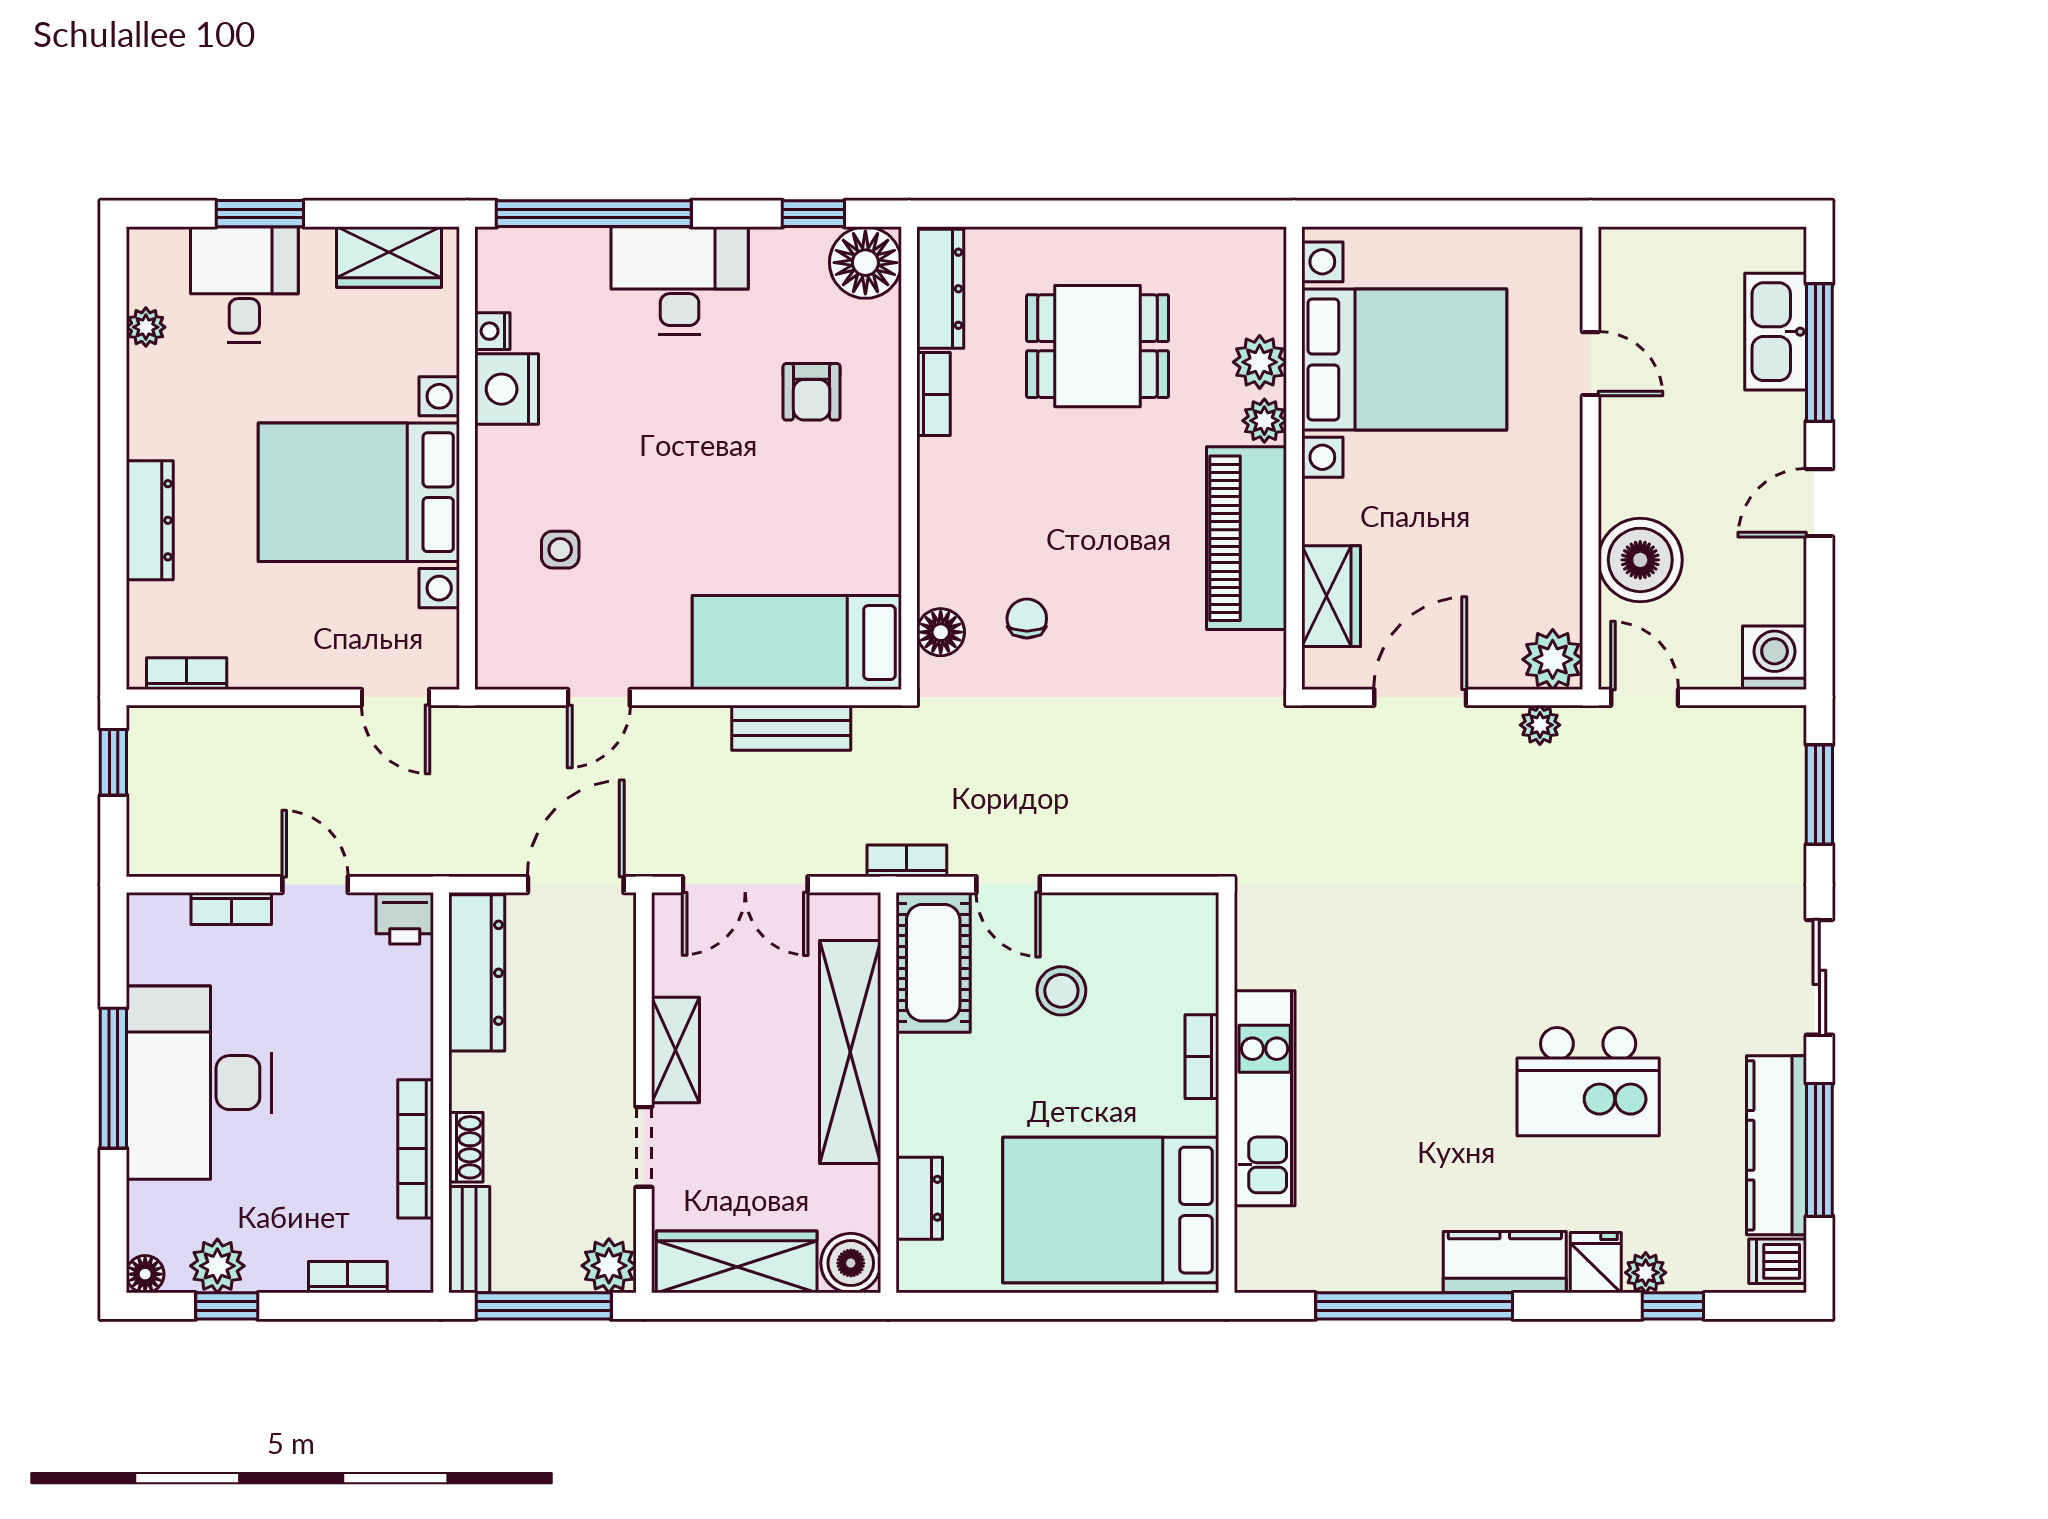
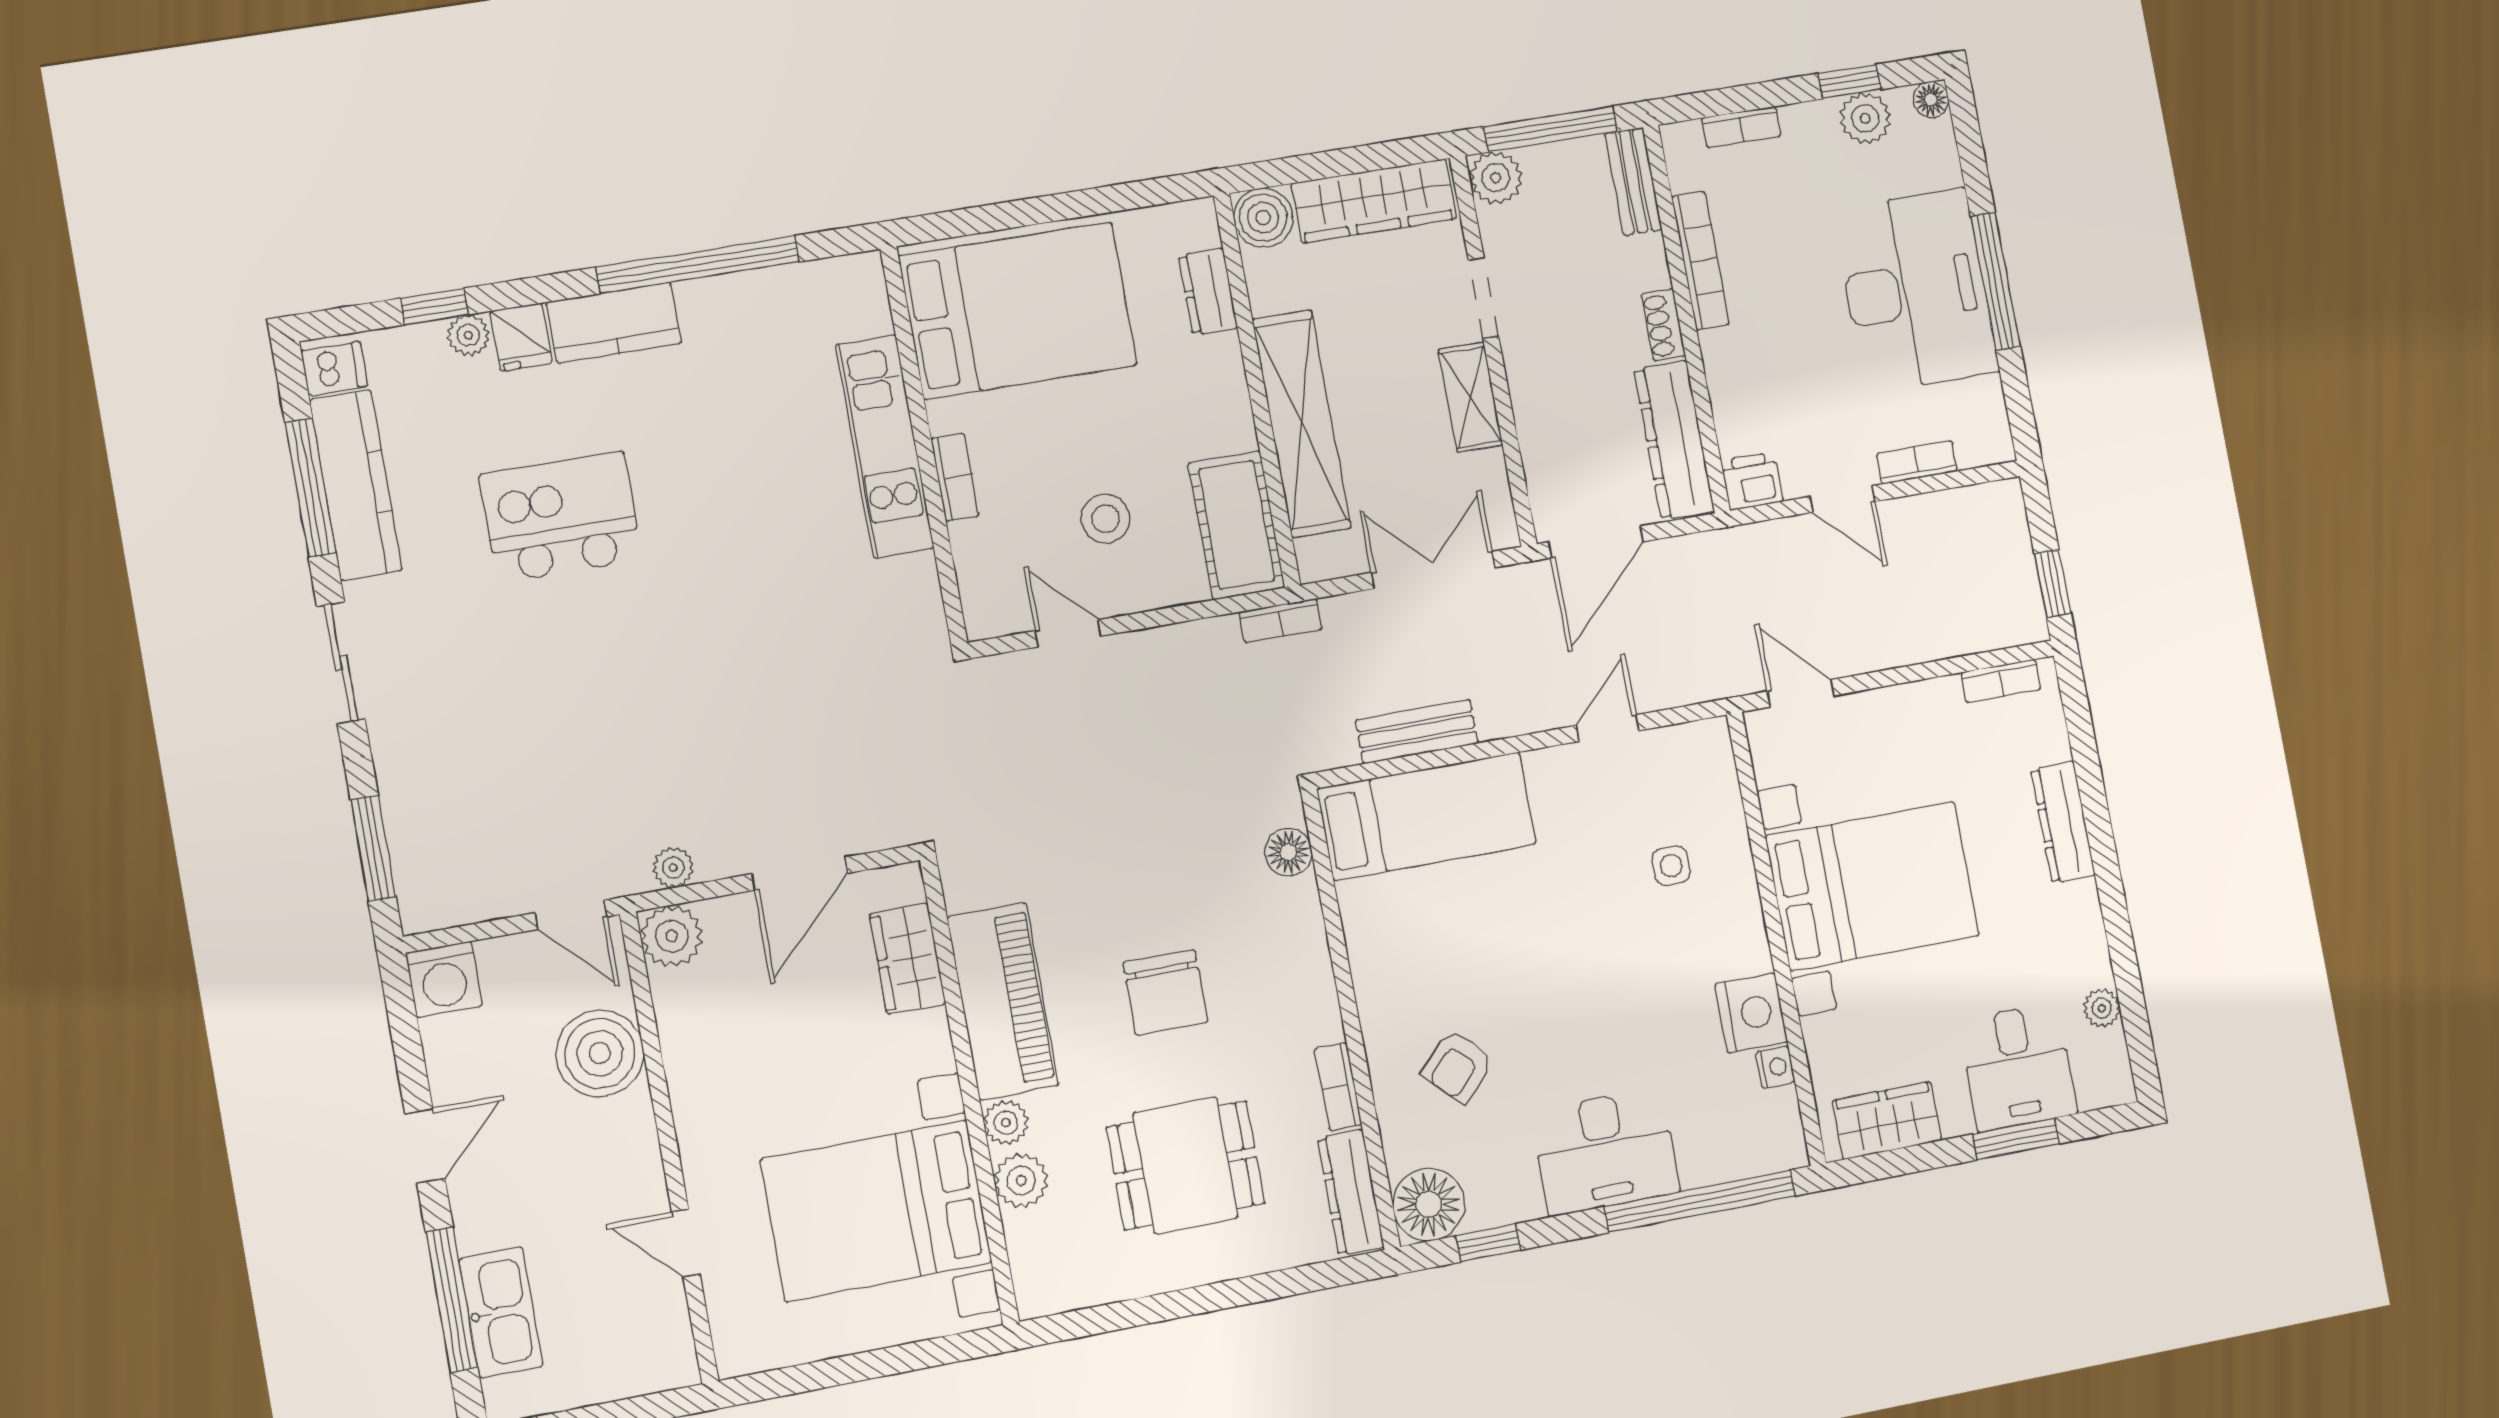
armchair: (812, 392) -> (1458, 1066), turned -136
chair: (1027, 619) -> (1165, 992), moved, width x1.87, depth x1.87
door: (1008, 885) -> (1068, 633), moved
shoe rack: (466, 1147) -> (1663, 325), moved

